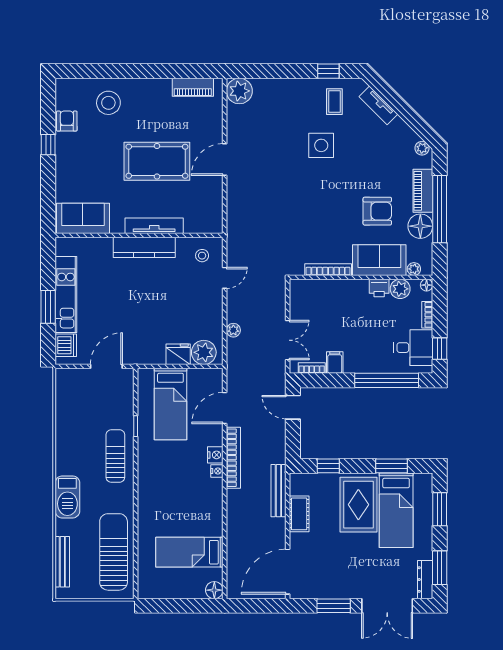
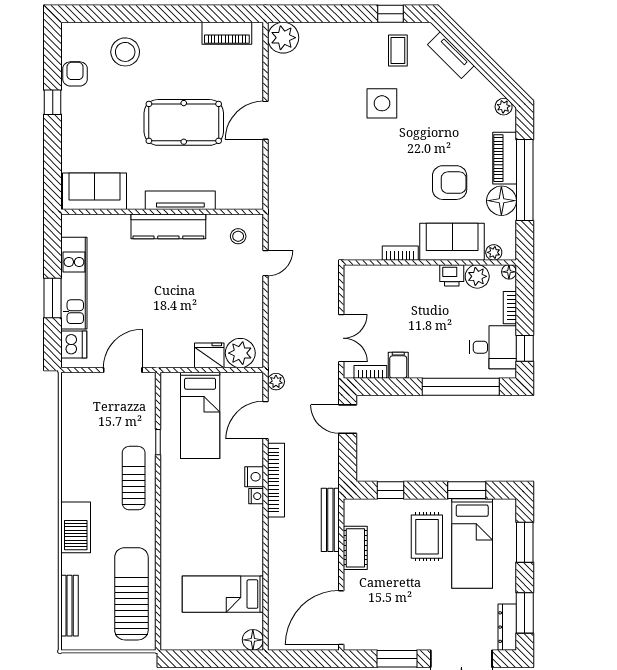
bookcase: (328, 270) -> (400, 253), width x0.64
plant: (233, 330) -> (276, 382), moved
rug: (358, 505) -> (427, 537), width x0.73, depth x0.70

